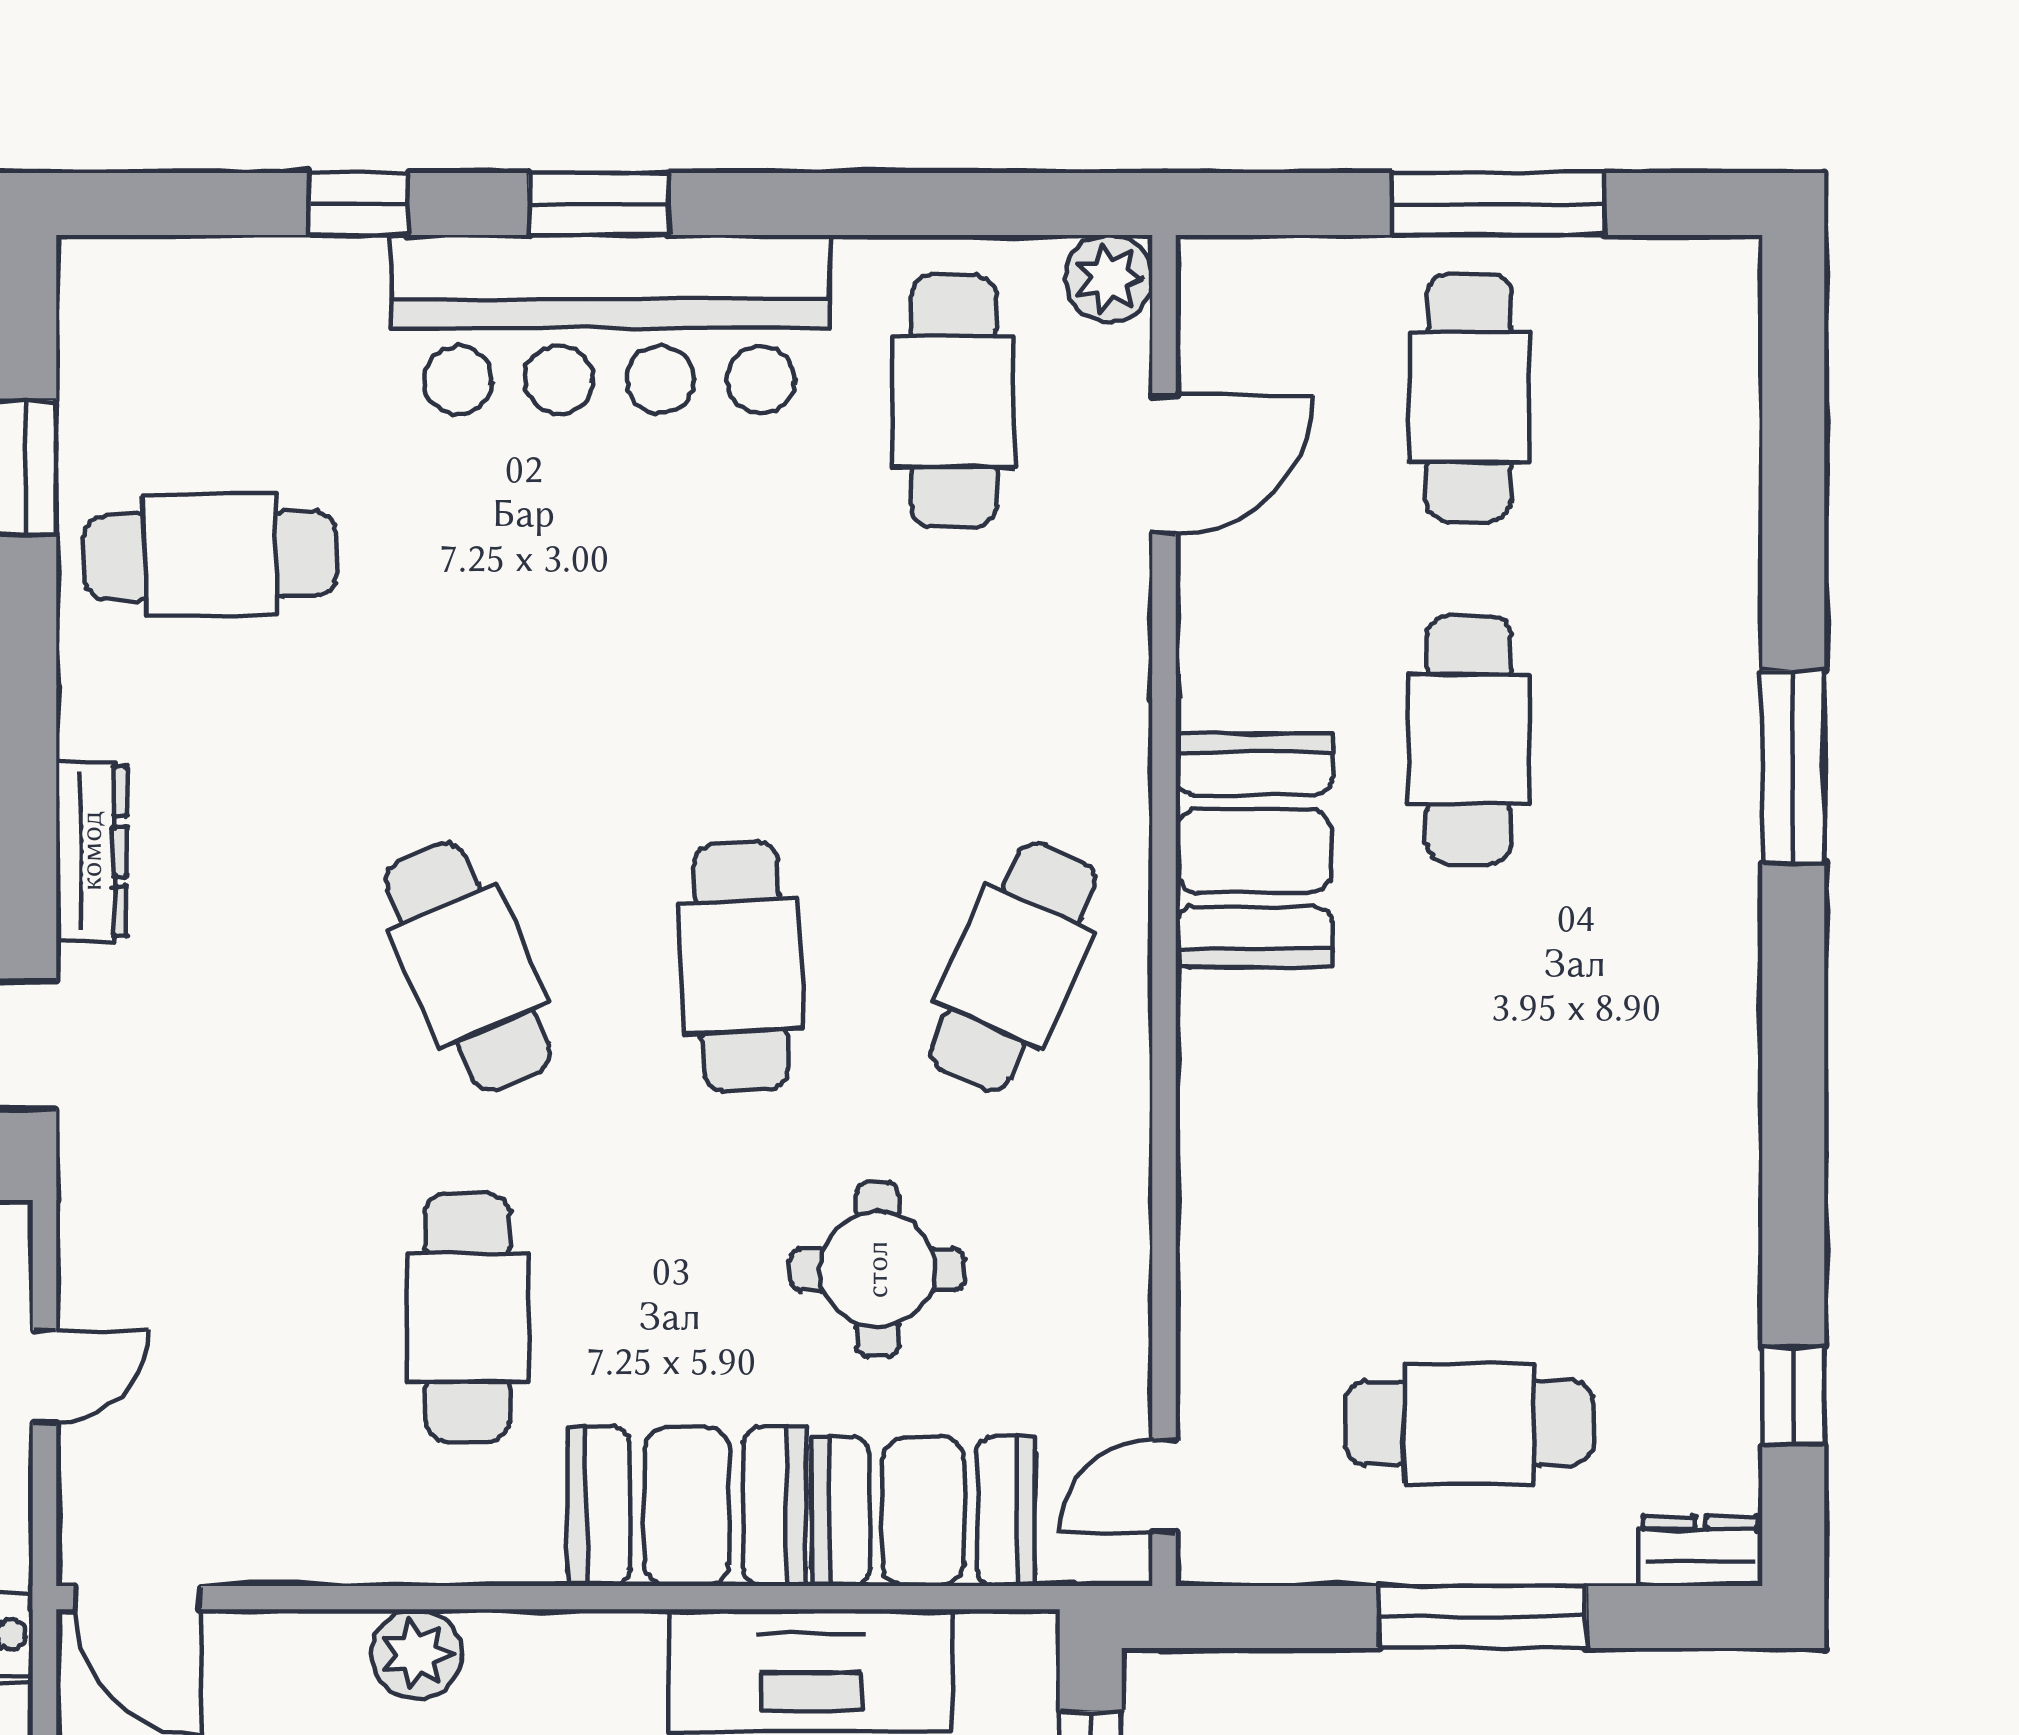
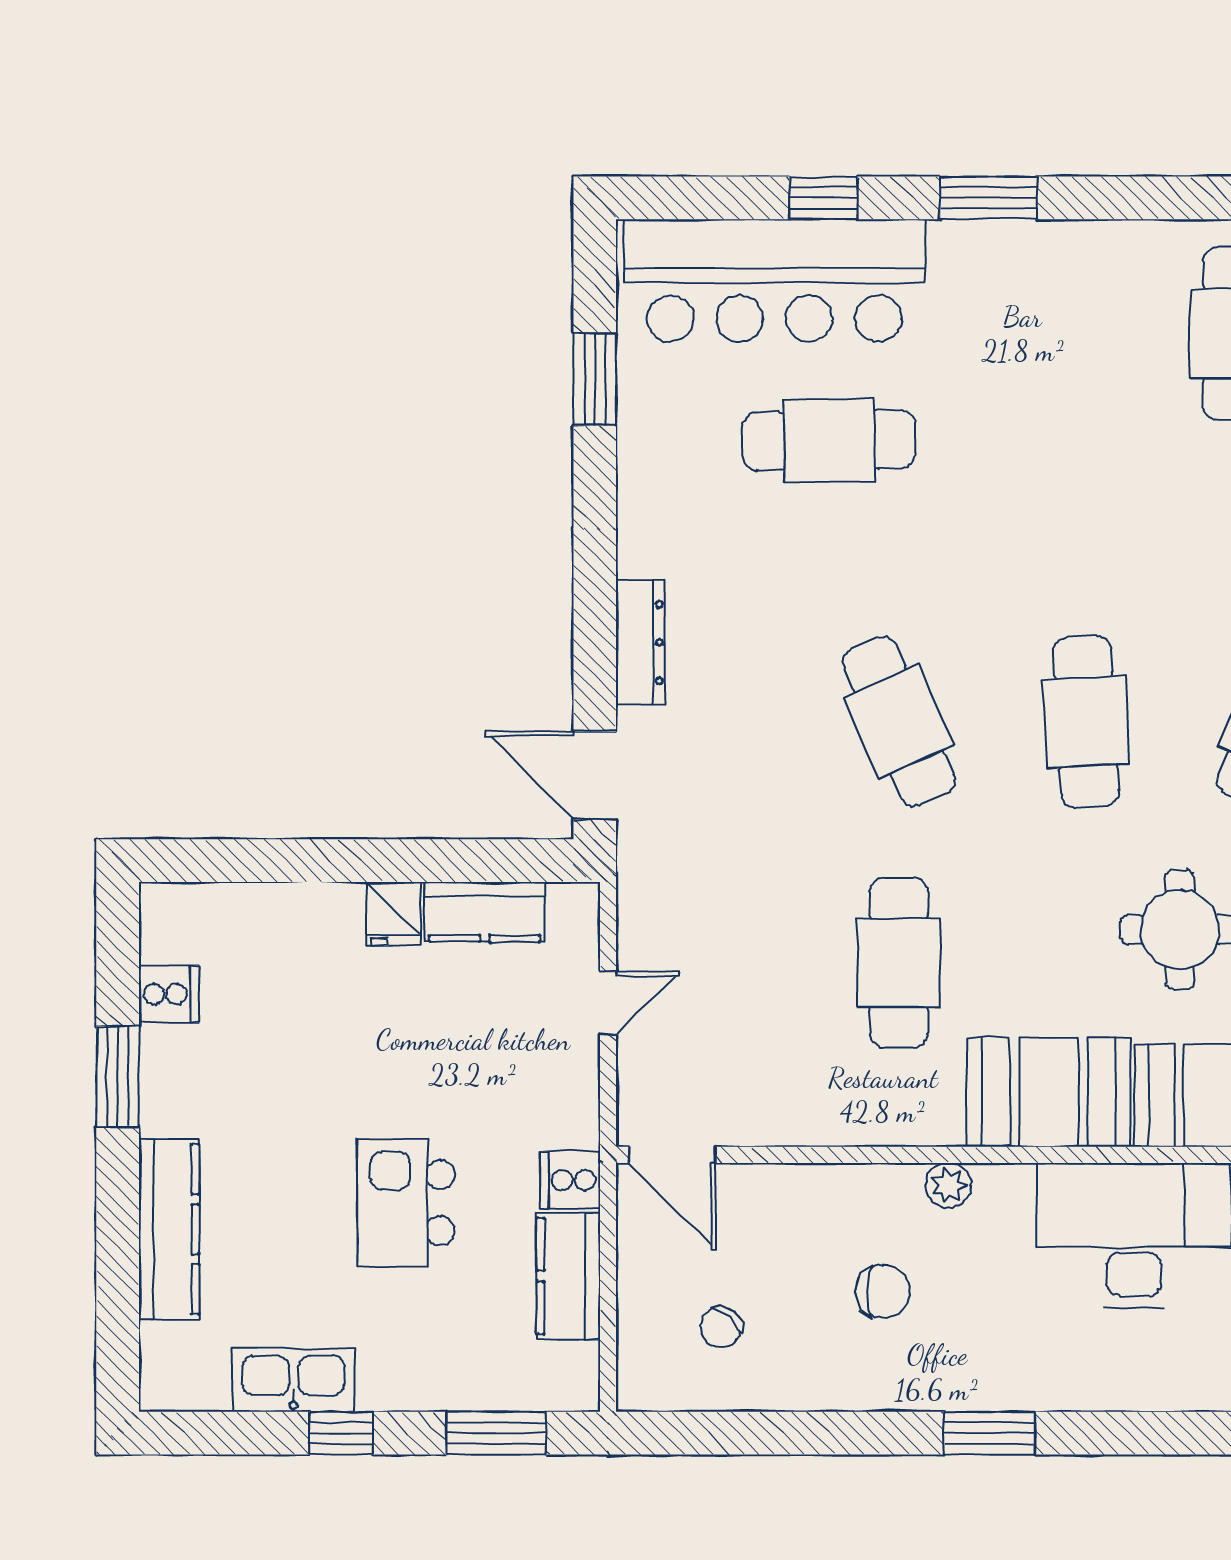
bar counter: (610, 324) -> (774, 281), moved
cafe table: (210, 555) -> (829, 440), moved
plant: (417, 1654) -> (948, 1185), moved, width x0.73, depth x0.73

